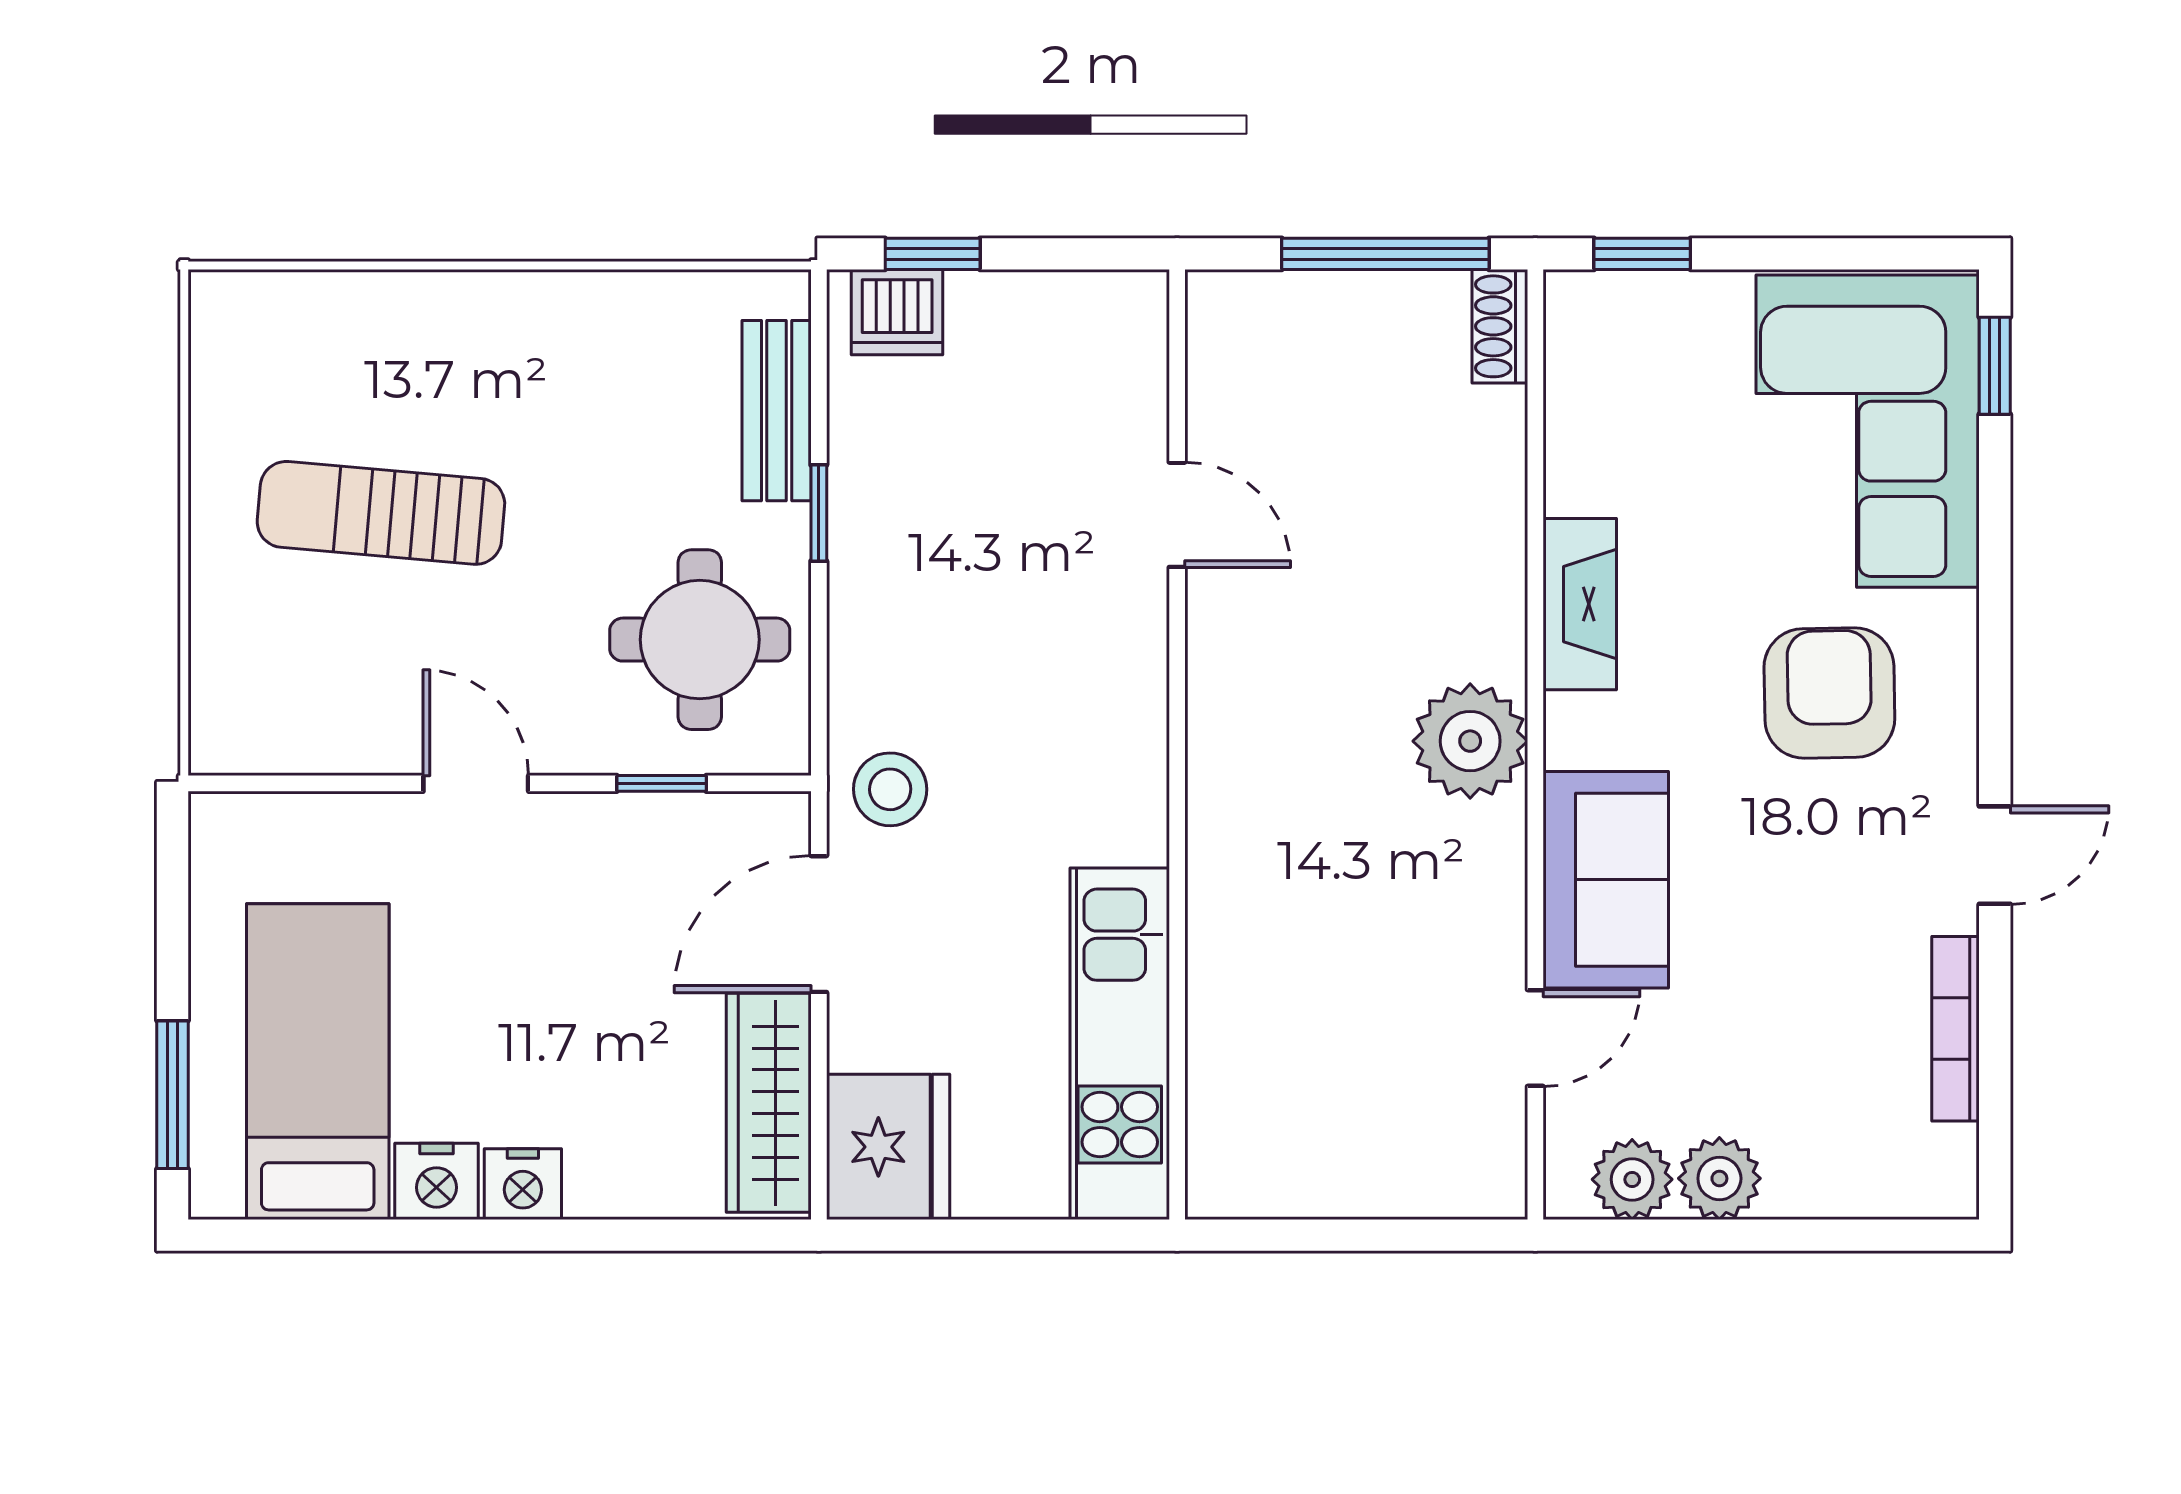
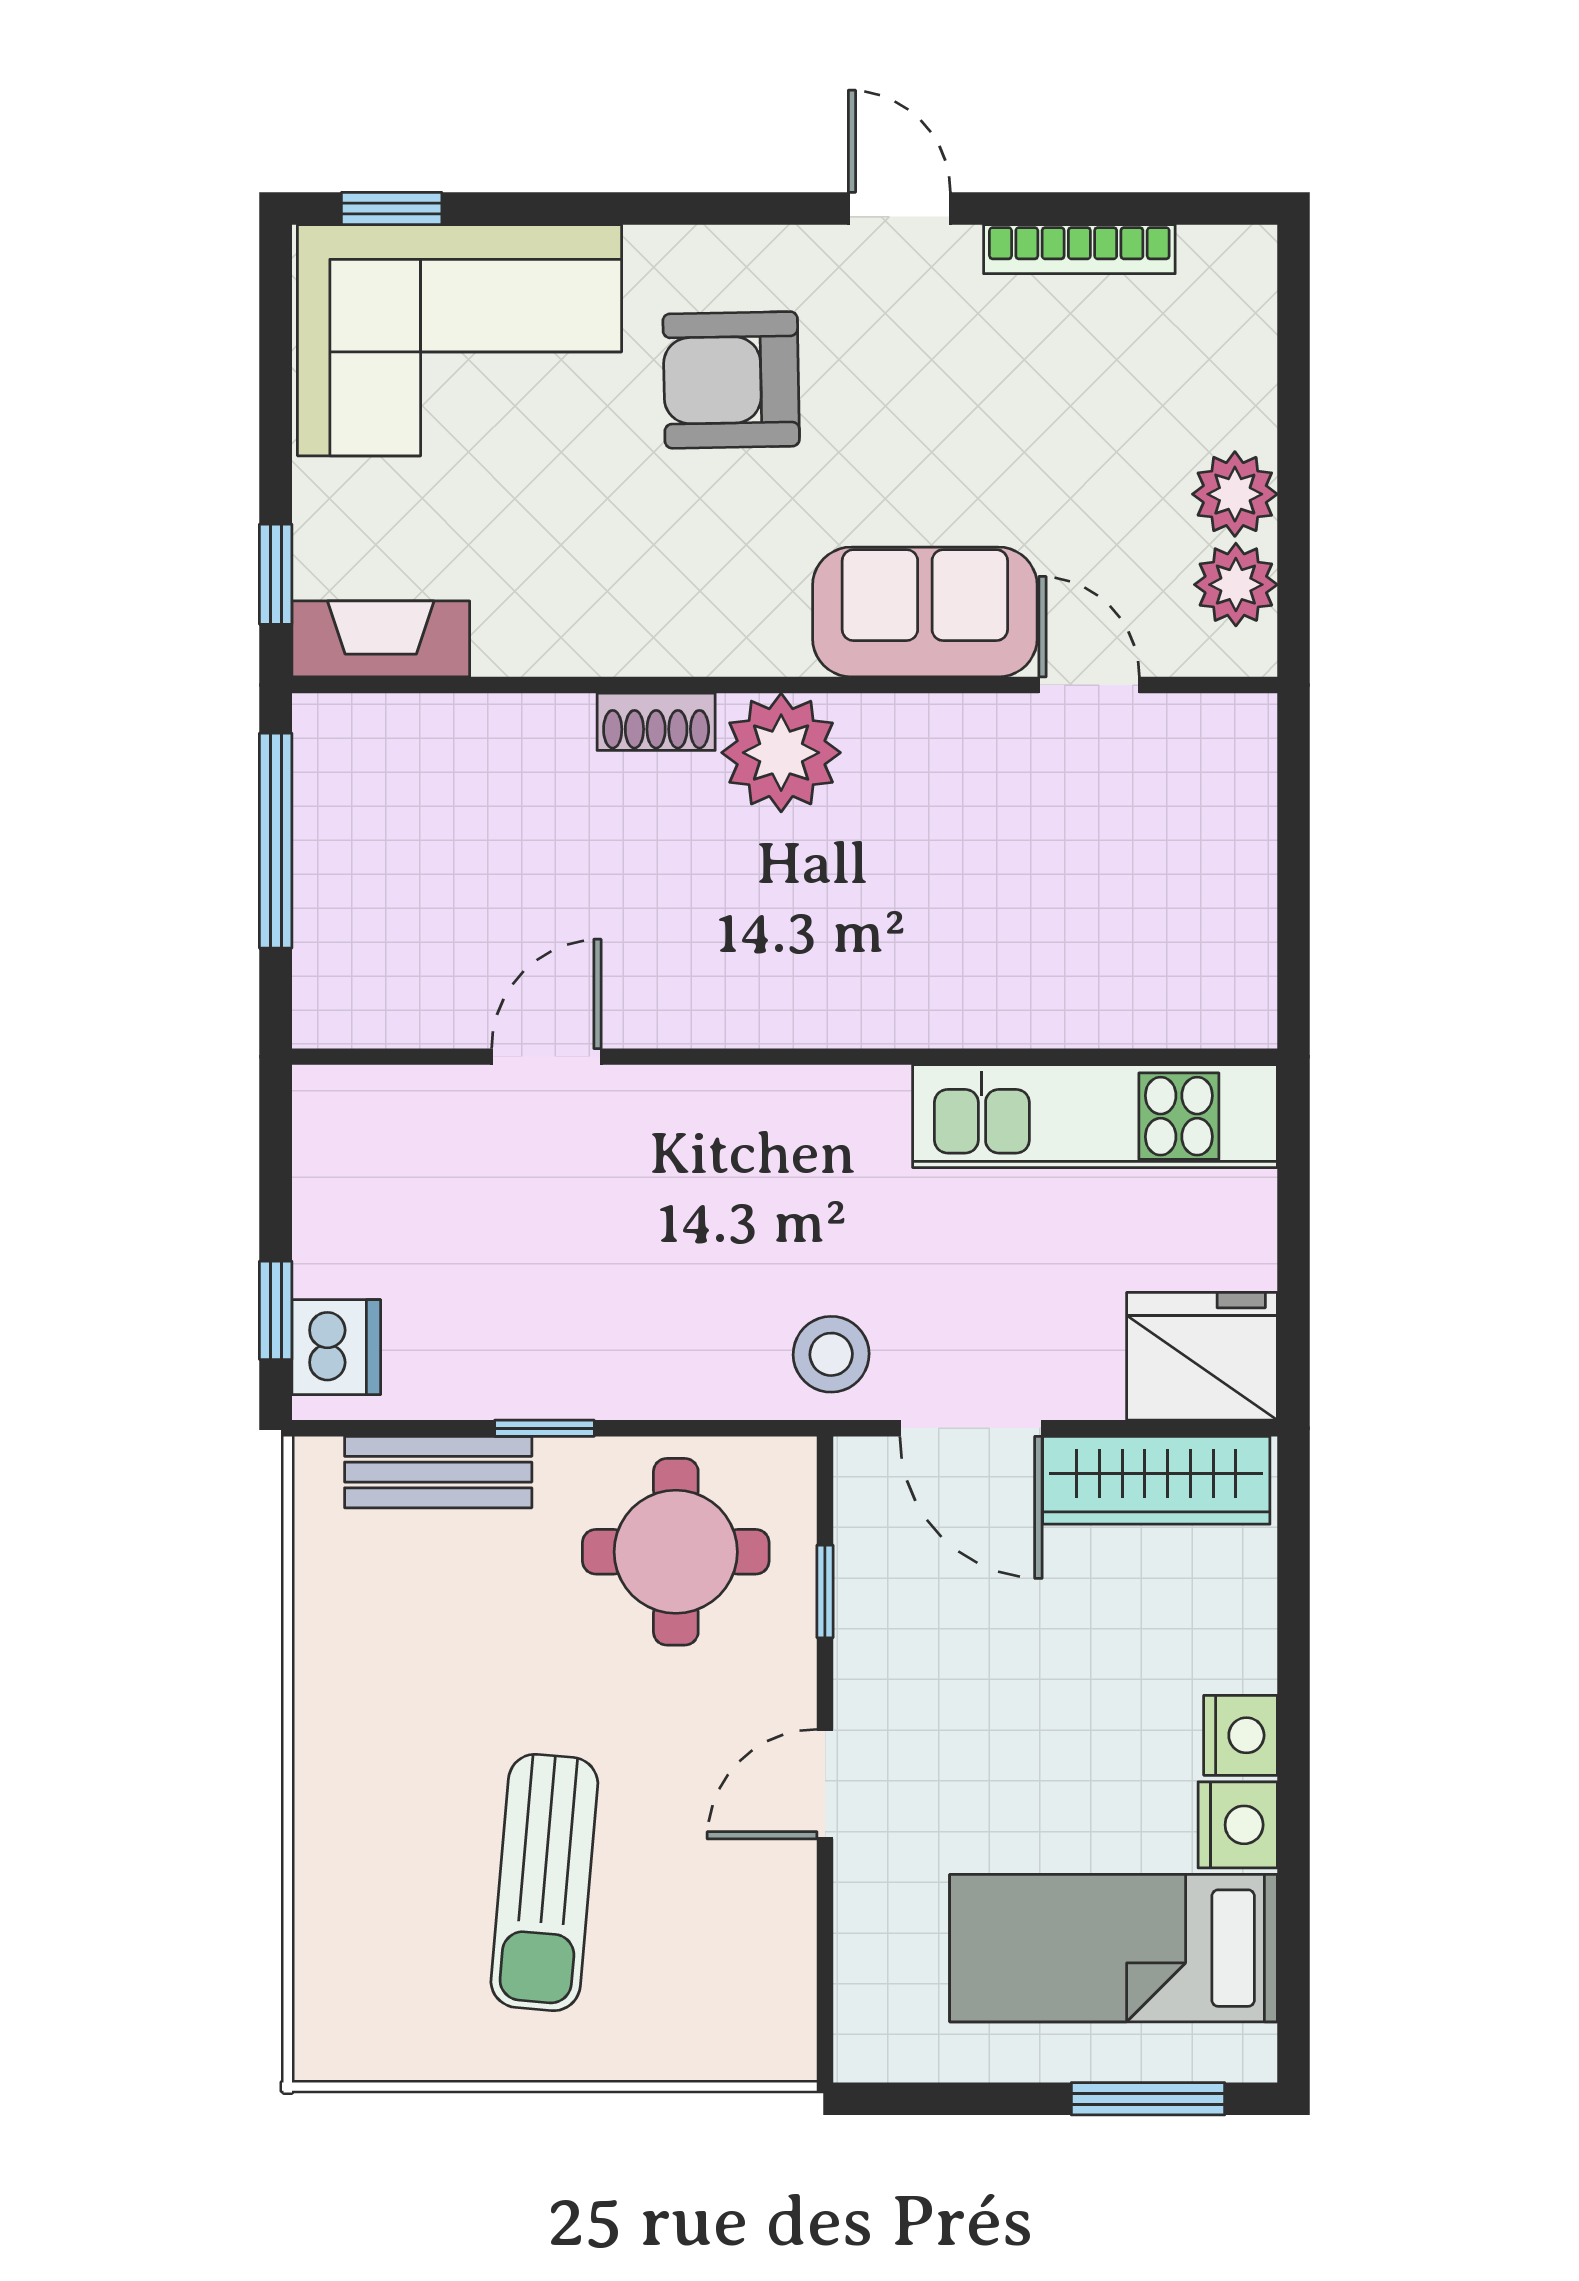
shoe rack: (1500, 326) -> (656, 722), moved
fireplace: (1580, 604) -> (381, 639), moved

